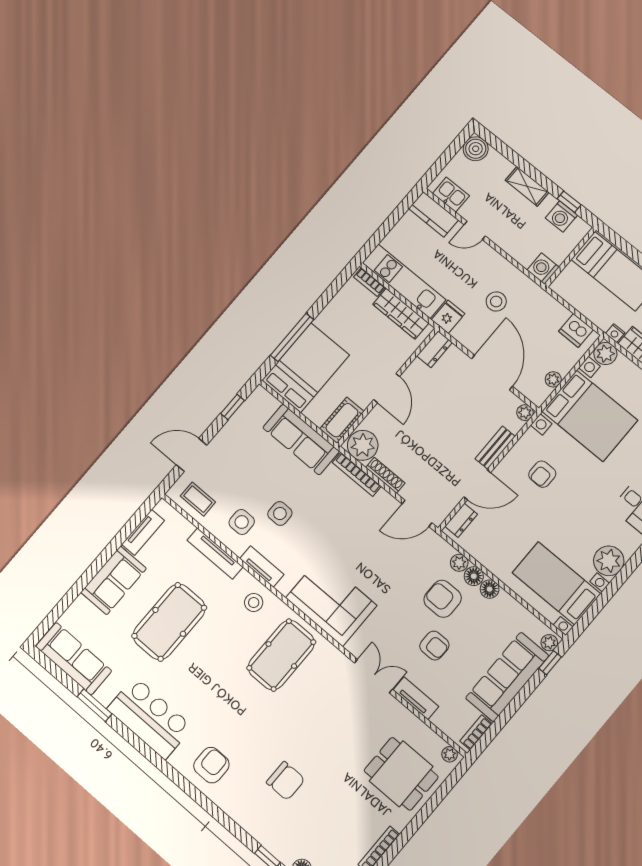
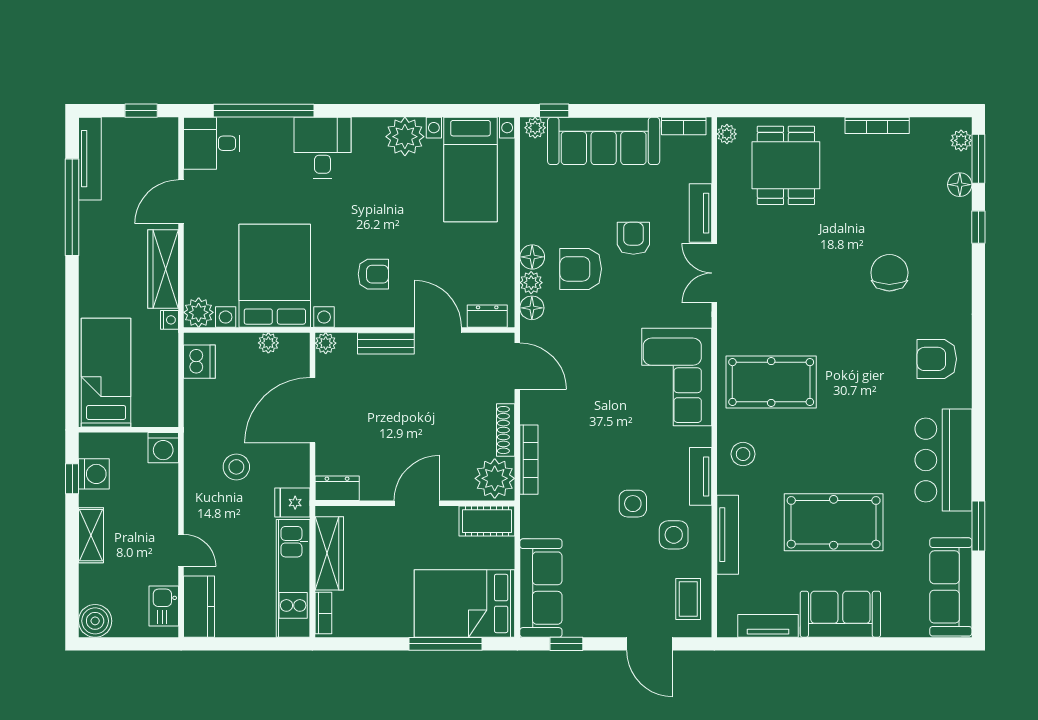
sofa: (301, 439) -> (541, 588), moved
floor lamp: (490, 589) -> (532, 308), moved
armchair: (443, 599) -> (581, 269), turned 90

